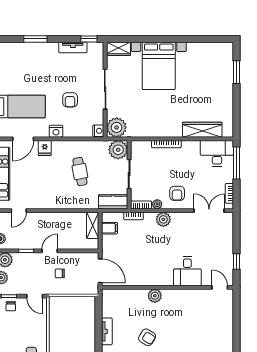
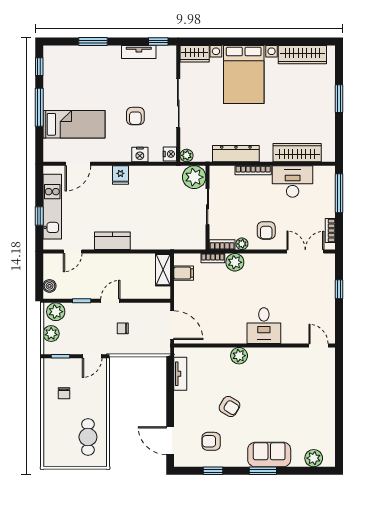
wardrobe: (207, 50) -> (302, 55), added
window: (237, 72) -> (339, 99), moved
plant: (117, 127) -> (187, 155), width x0.53, depth x0.53
nightstand: (56, 131) -> (140, 155), moved
dresser: (152, 131) -> (236, 154), added
fridge: (45, 148) -> (120, 175), moved
desk: (217, 153) -> (293, 181), moved
cafe table: (80, 172) -> (147, 204), removed
kitchen counter: (113, 202) -> (112, 241), moved
plant: (163, 219) -> (235, 262), moved
window: (237, 262) -> (339, 289), moved
desk: (187, 271) -> (264, 326), moved
door: (35, 296) -> (92, 356), hinge flipped
chair: (11, 306) -> (64, 393), moved
tv unit: (107, 331) -> (180, 374), moved

